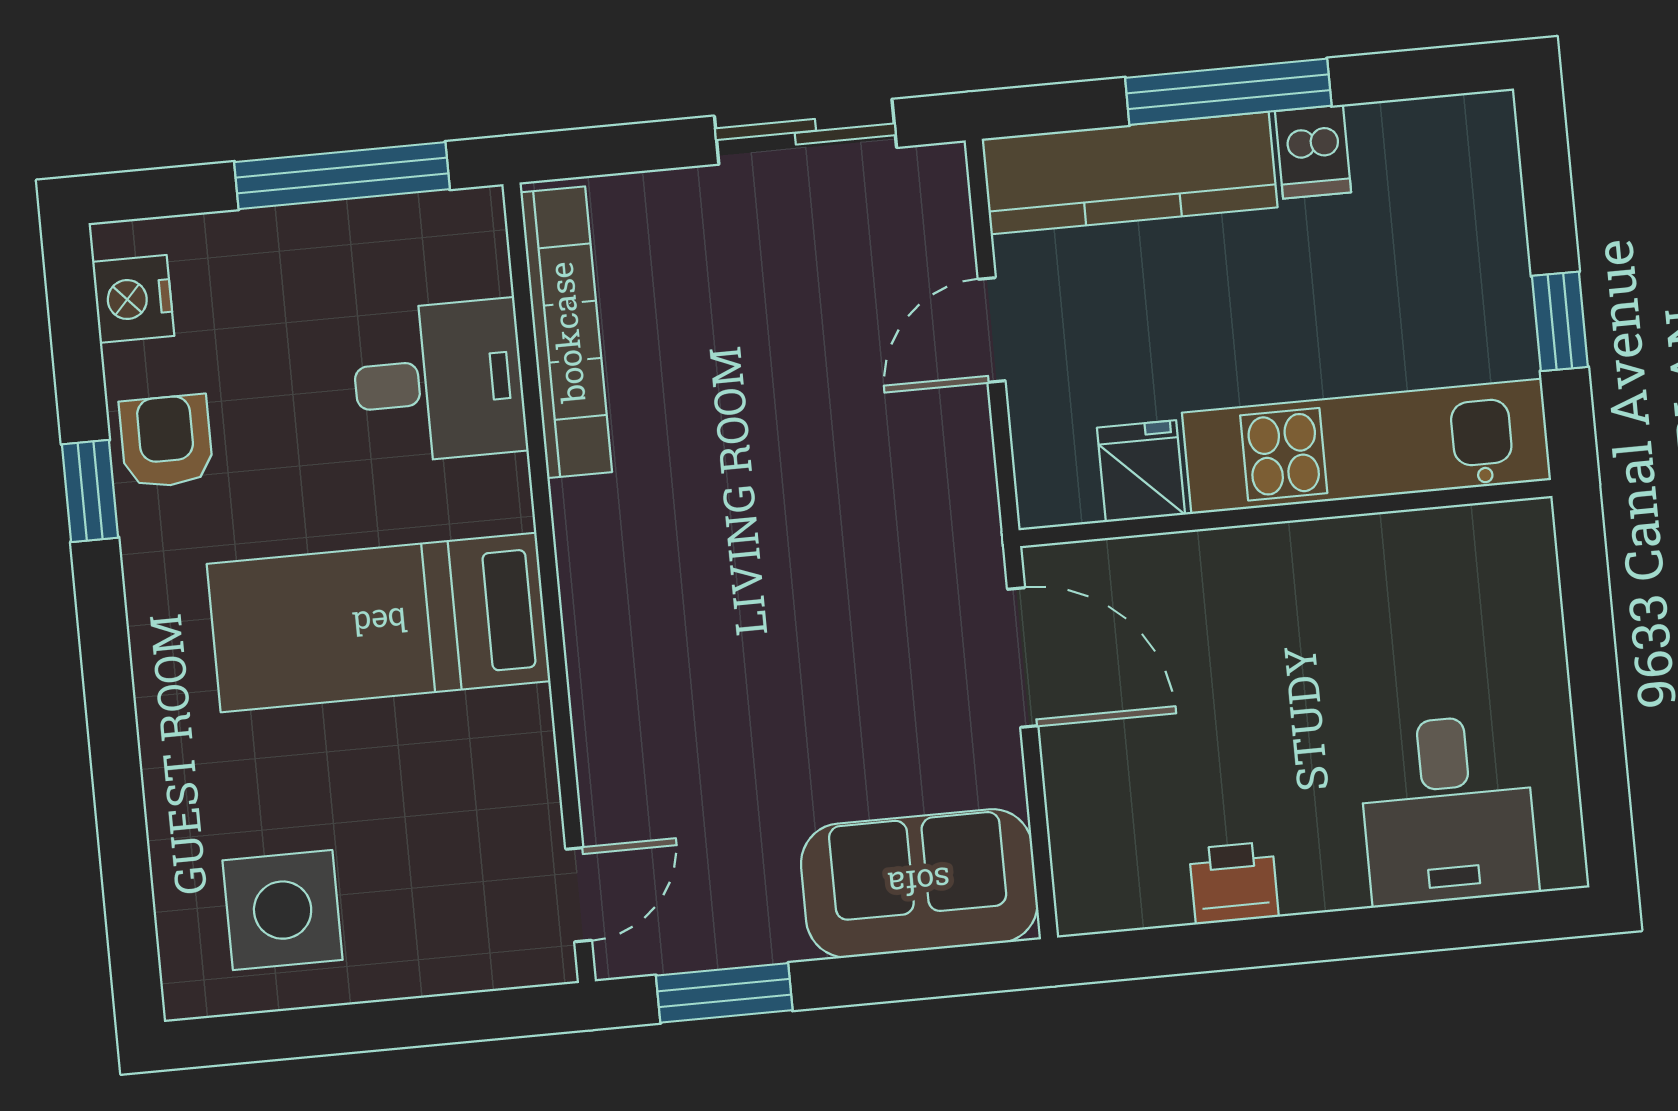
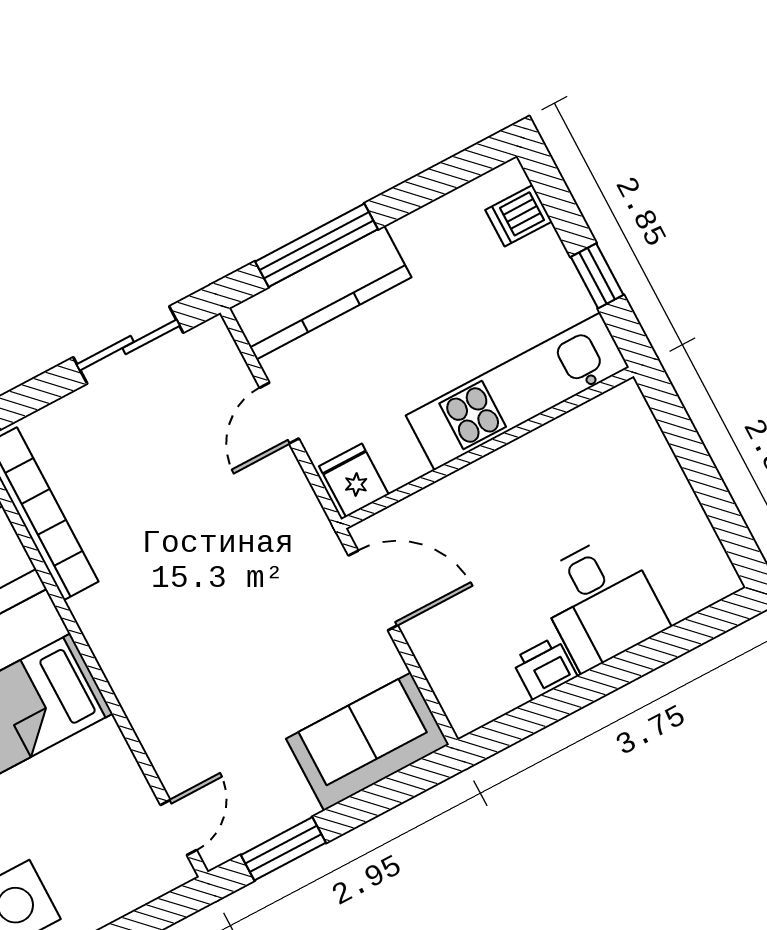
window: (1228, 92) -> (317, 245), moved
dishwasher: (1313, 152) -> (519, 216), moved, turned 90
fridge: (1141, 471) -> (354, 480), moved
desk: (1448, 810) -> (601, 602), moved

